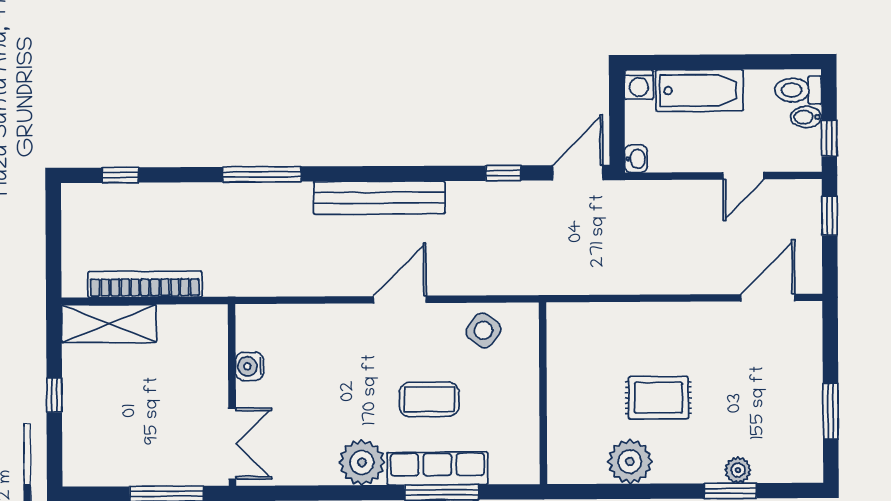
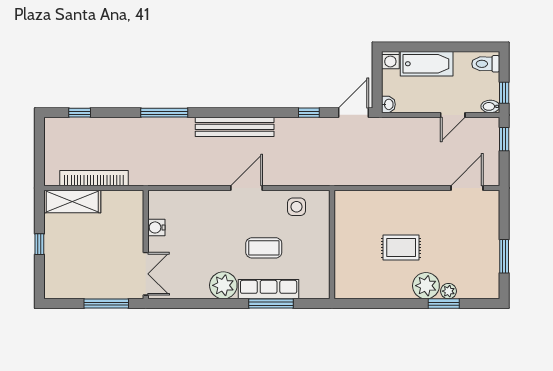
bidet: (806, 117) -> (490, 106), moved
side table: (483, 330) -> (297, 207), turned -37
plant: (630, 462) -> (426, 286), moved

